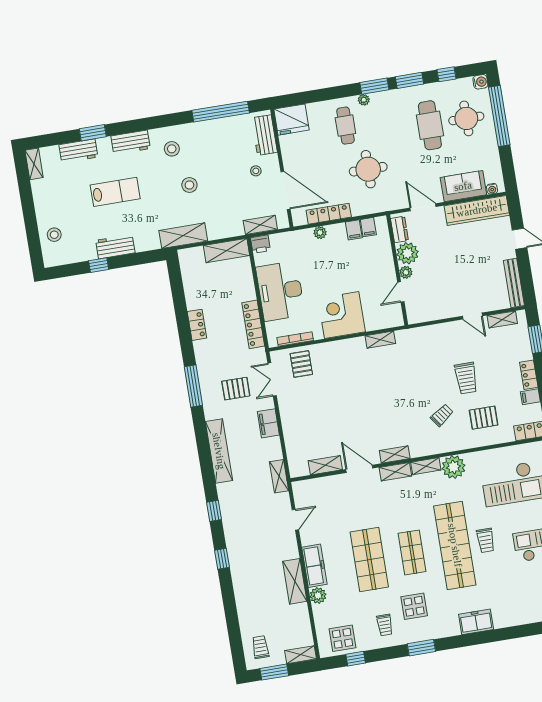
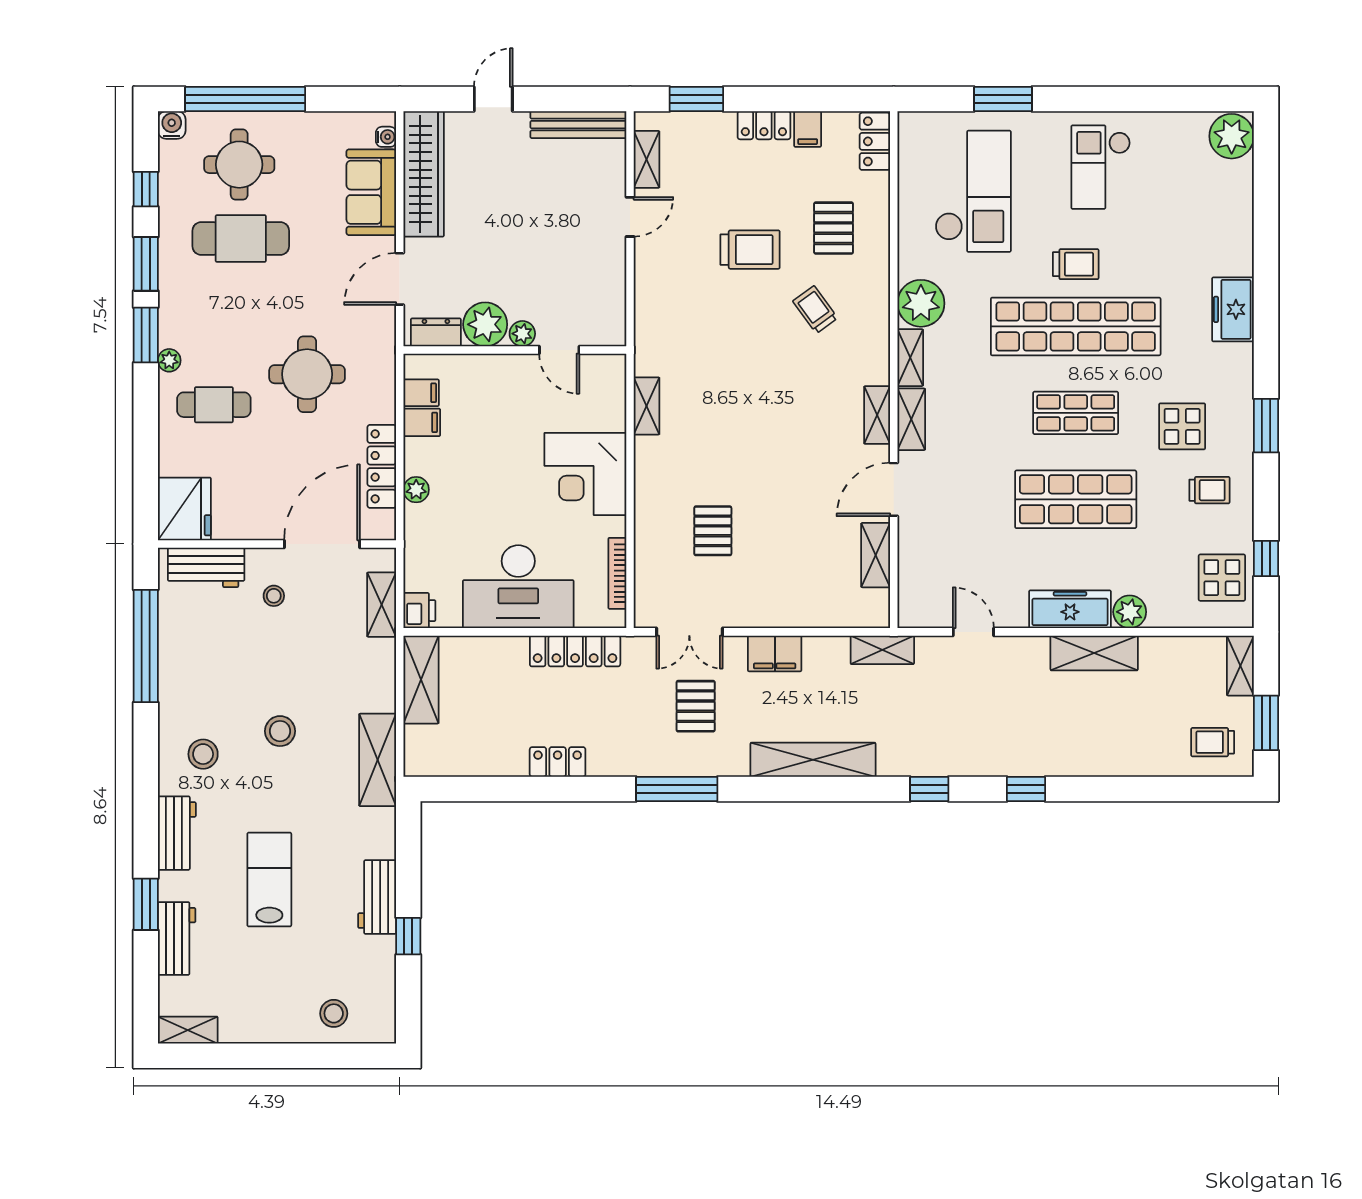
pallet: (301, 364) -> (713, 531), moved, turned 90

